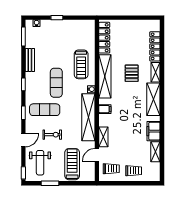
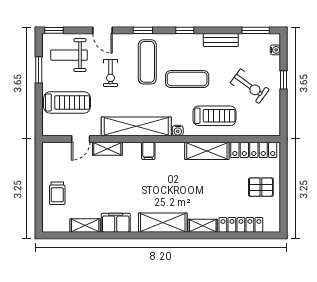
exercise bike: (61, 40) -> (250, 86), added
treadmill: (81, 64) -> (214, 116), turned 180
pallet: (132, 73) -> (261, 187), moved
shelving: (105, 76) -> (207, 151), width x0.68
door: (97, 155) -> (81, 139), swing flipped
trolley: (111, 169) -> (60, 160), removed

